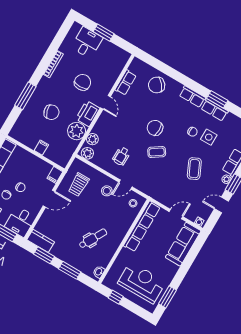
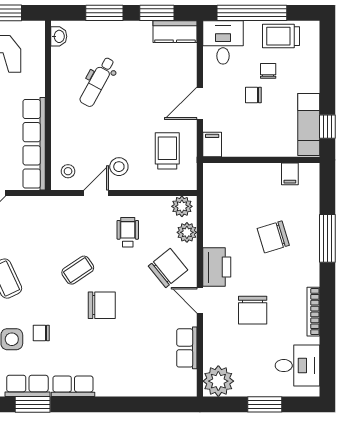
desk: (87, 43) -> (297, 366), moved, turned -90
chair: (157, 85) -> (168, 268), moved
plant: (77, 131) -> (218, 381), moved
filing cabinet: (41, 148) -> (290, 174), moved

